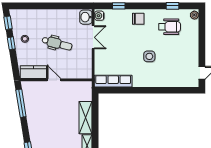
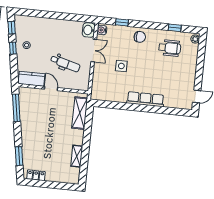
dental chair: (57, 43) -> (65, 64), moved
side table: (149, 56) -> (121, 66), moved
row of seats: (113, 81) -> (145, 99), moved
shelving: (86, 118) -> (80, 113), moved

